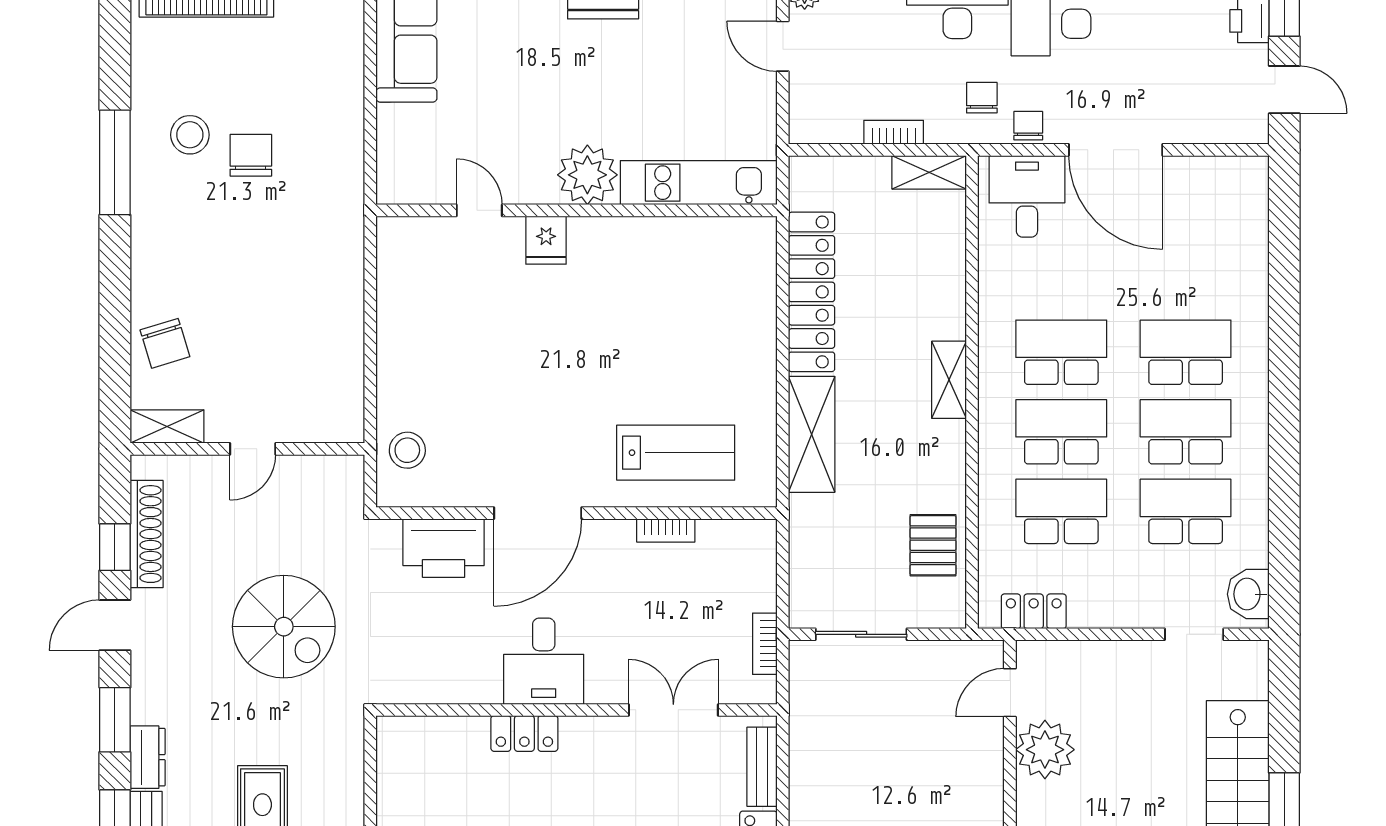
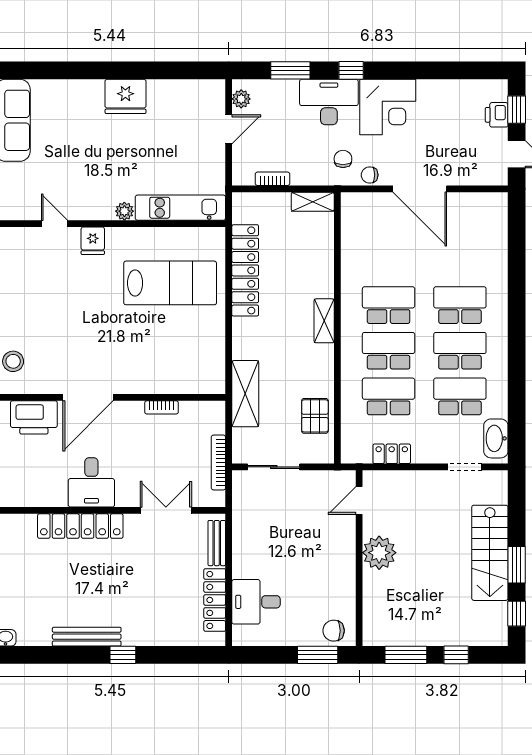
door: (783, 46) -> (229, 129), swing flipped
chair: (1028, 126) -> (370, 175), turned -90
bookcase: (894, 132) -> (273, 179), moved
plant: (587, 175) -> (124, 211), width x0.53, depth x0.53
desk: (1027, 196) -> (369, 216), removed
shelving: (812, 434) -> (245, 394), moved
lab bench: (676, 453) -> (170, 283), moved, width x1.36, depth x1.39
washbasin: (1248, 594) -> (496, 438), width x1.38
locker: (1034, 611) -> (392, 454), moved
bookcase: (765, 644) -> (218, 462), width x1.56
locker: (524, 733) -> (80, 526), width x2.16, depth x1.21
plant: (1045, 750) -> (379, 553), moved

